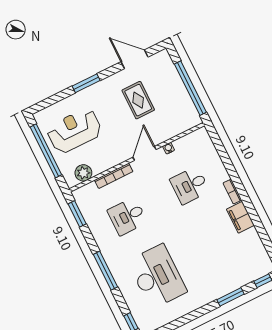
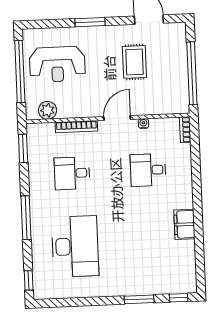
reception desk: (74, 131) -> (57, 64), turned 180
bookcase: (232, 192) -> (185, 130), moved

